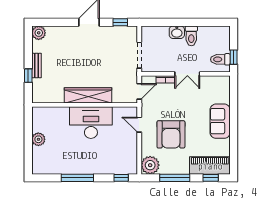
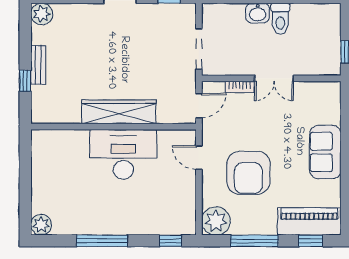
toilet: (220, 59) -> (326, 55), removed
plant: (38, 139) -> (41, 225), moved

